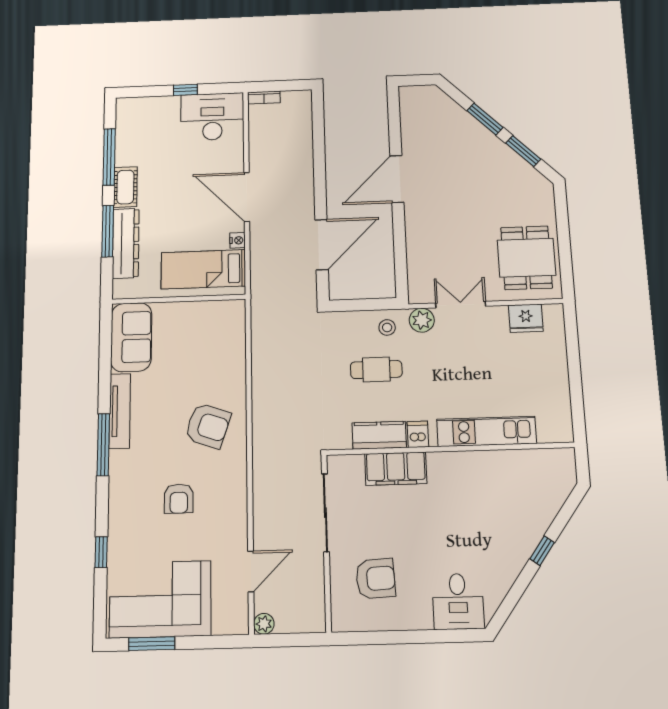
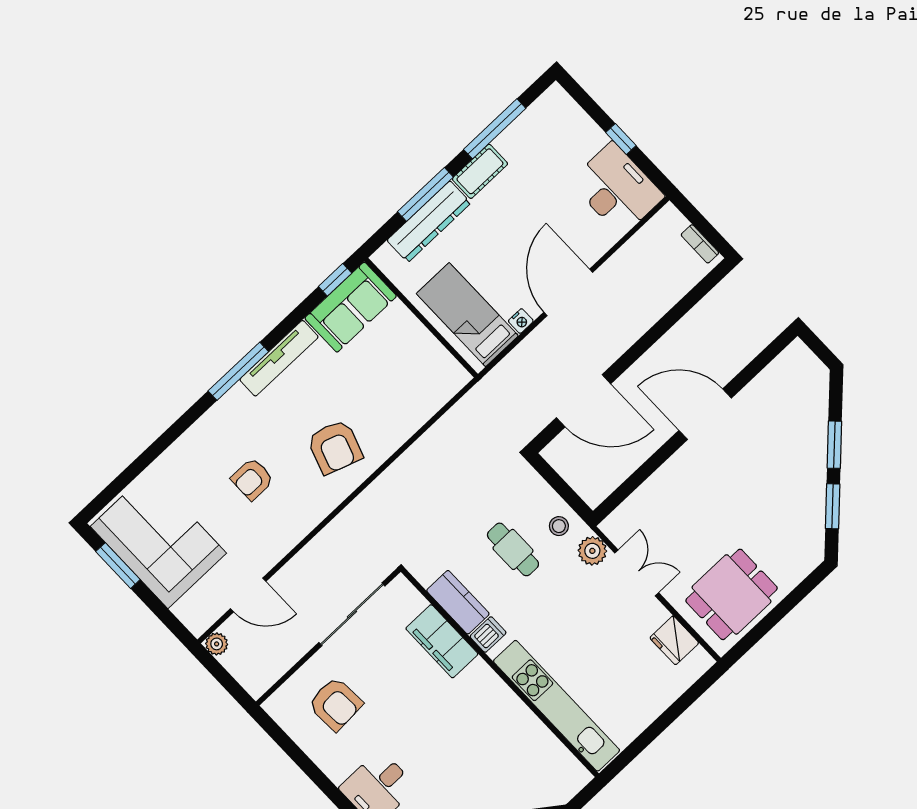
bookcase: (264, 98) -> (700, 244), moved
kitchen unit: (487, 431) -> (557, 706), width x1.36
window: (101, 552) -> (335, 280), moved

